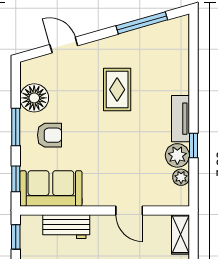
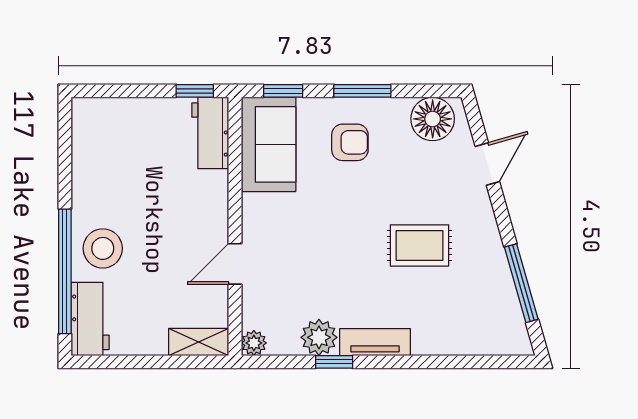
floor lamp: (34, 98) -> (433, 119), moved
armchair: (50, 135) -> (350, 142), turned -90
plant: (181, 177) -> (254, 343), moved
workbench: (66, 227) -> (210, 133), moved

